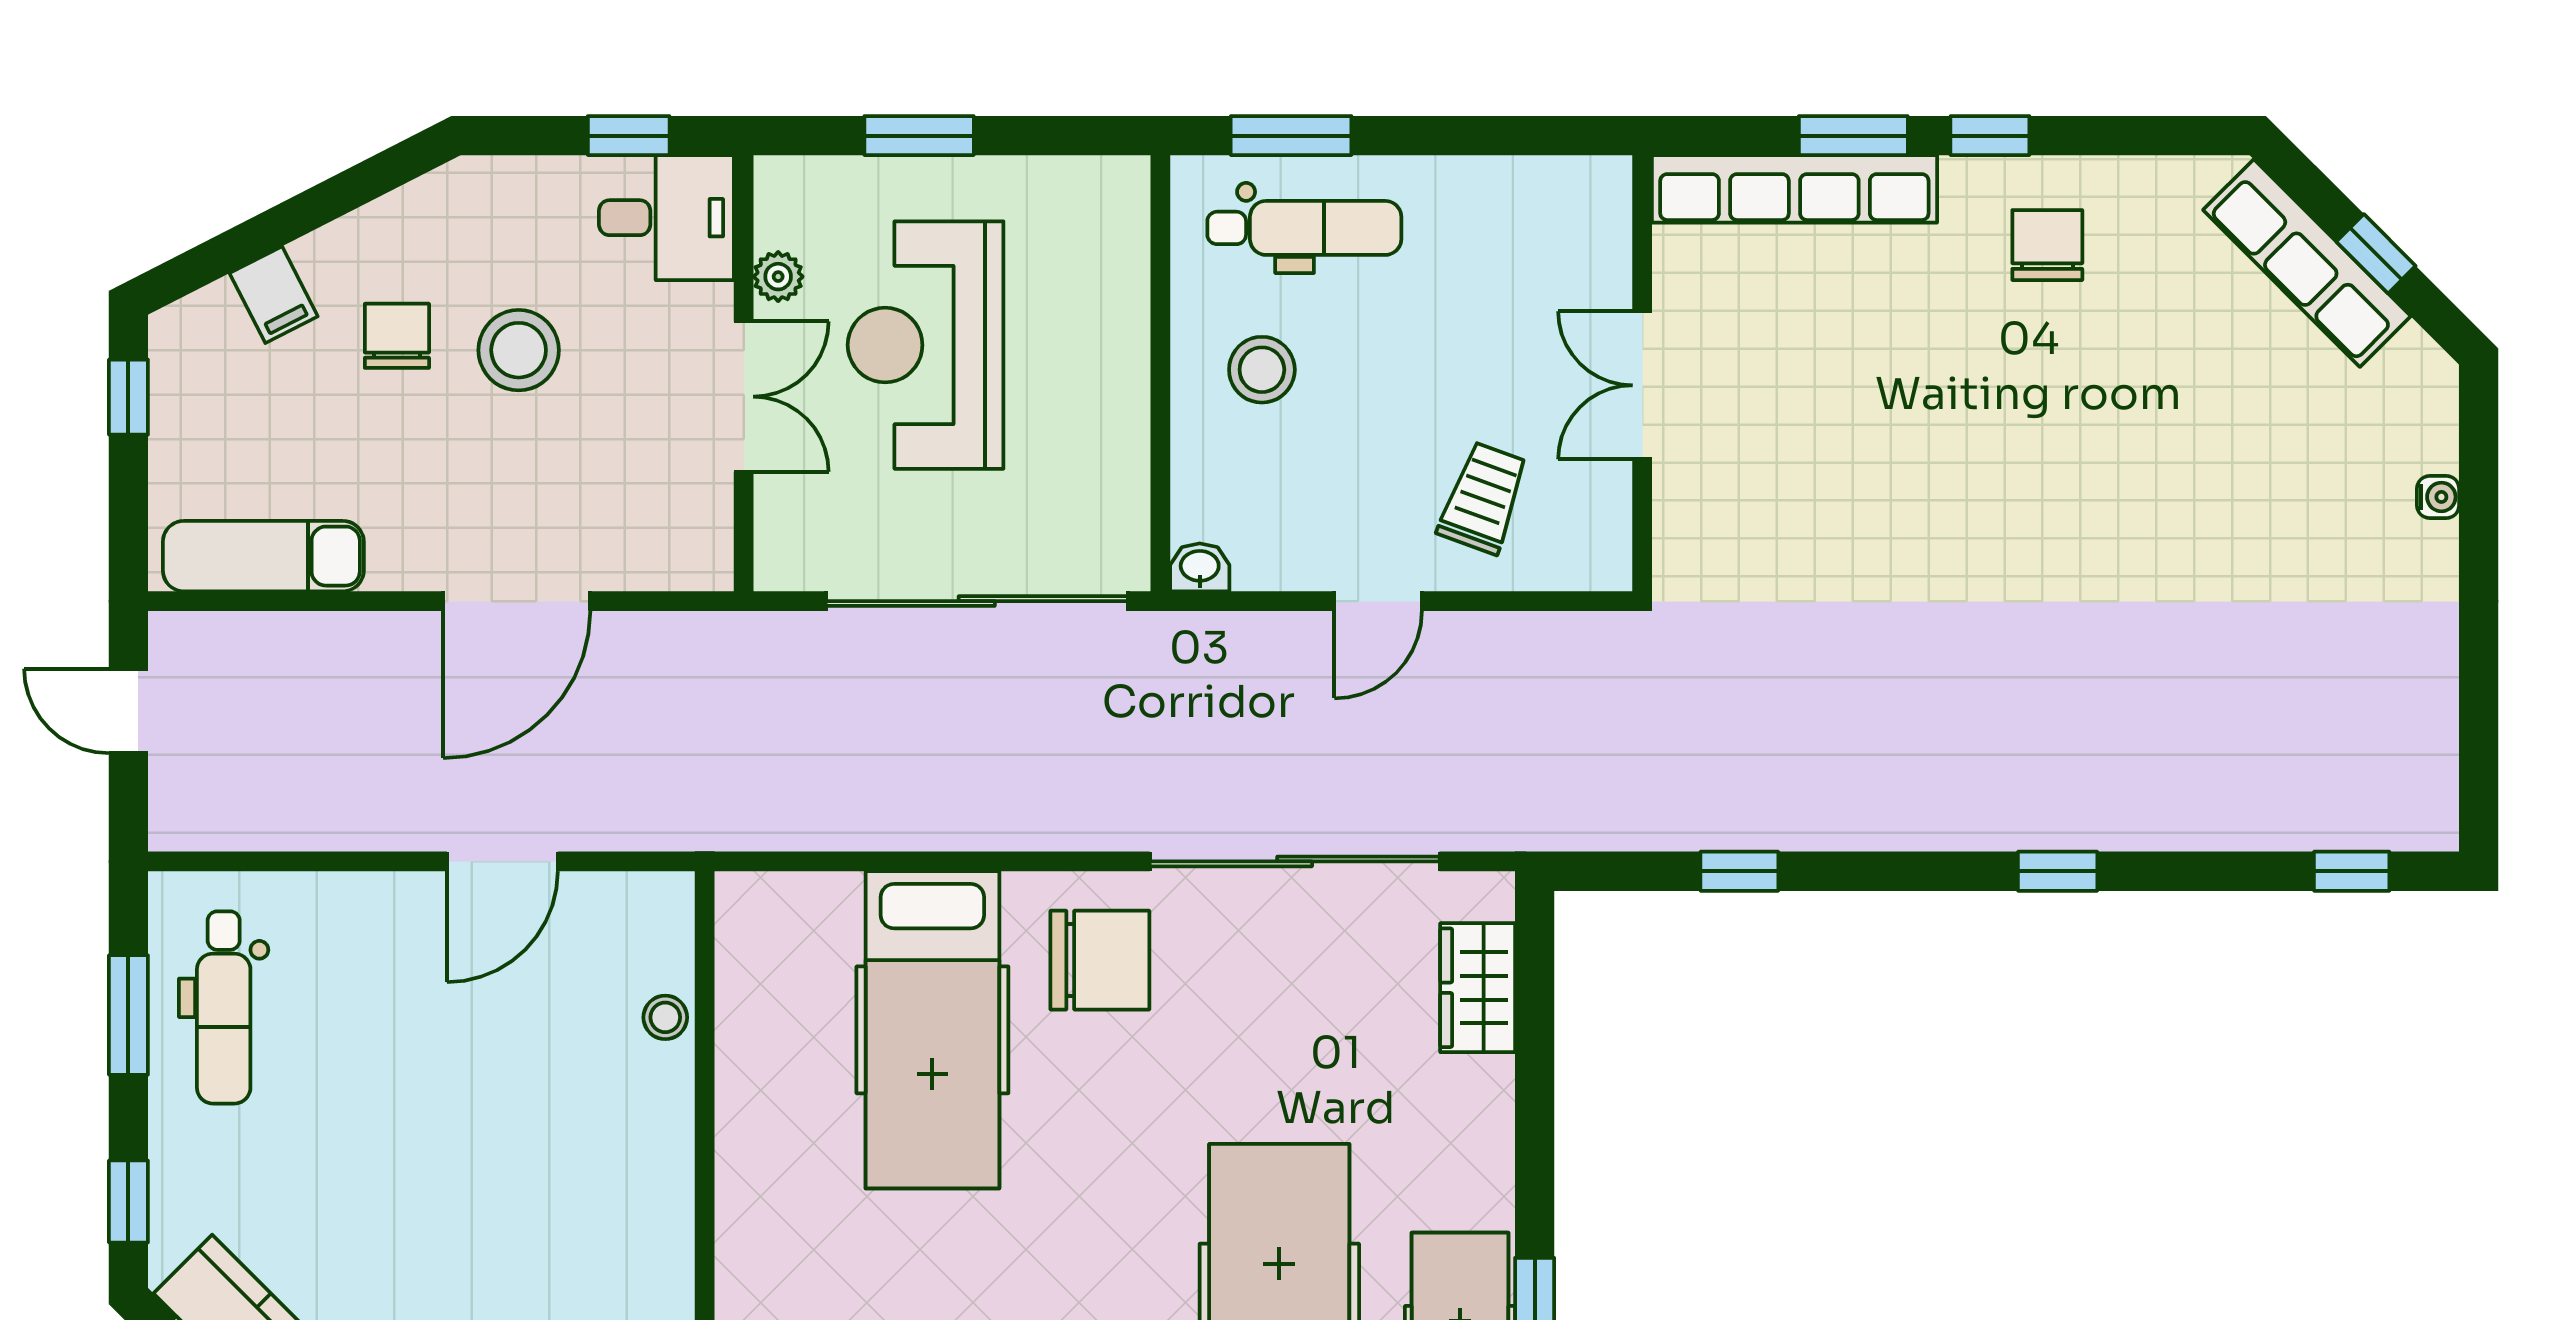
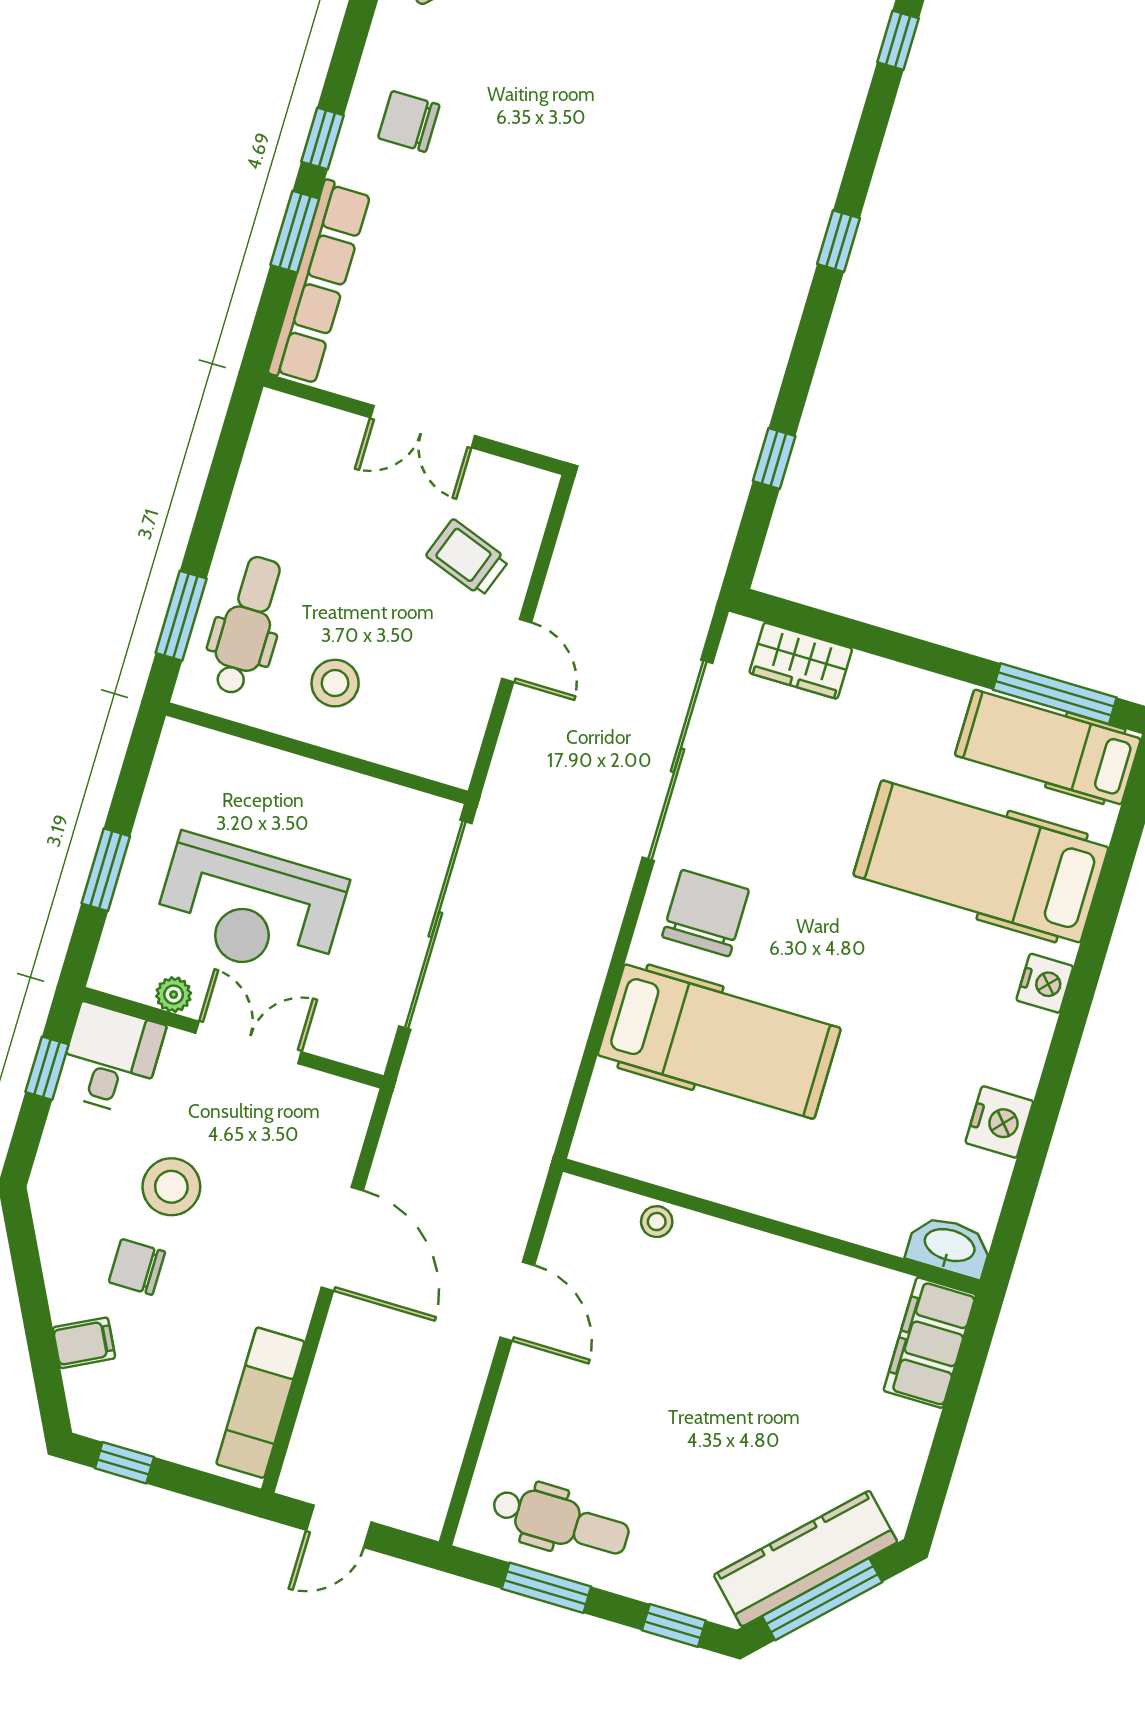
washbasin: (1200, 567) -> (457, 765), removed

